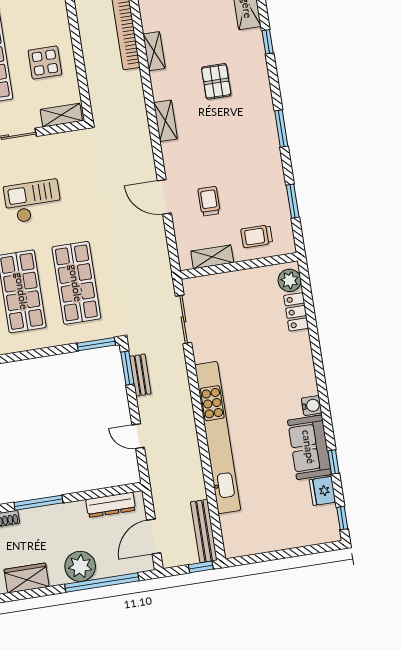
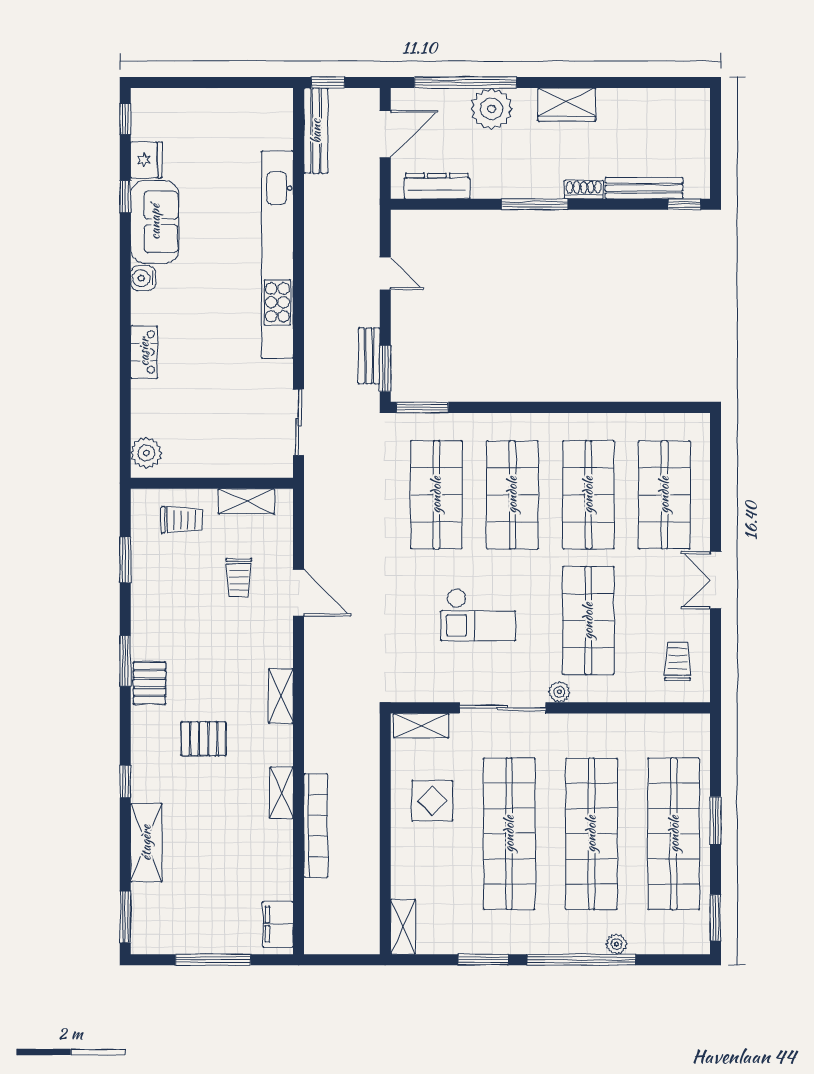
pallet: (216, 81) -> (204, 739), turned 90
pallet: (261, 115) -> (150, 683), added
locker: (296, 312) -> (144, 352), moved

